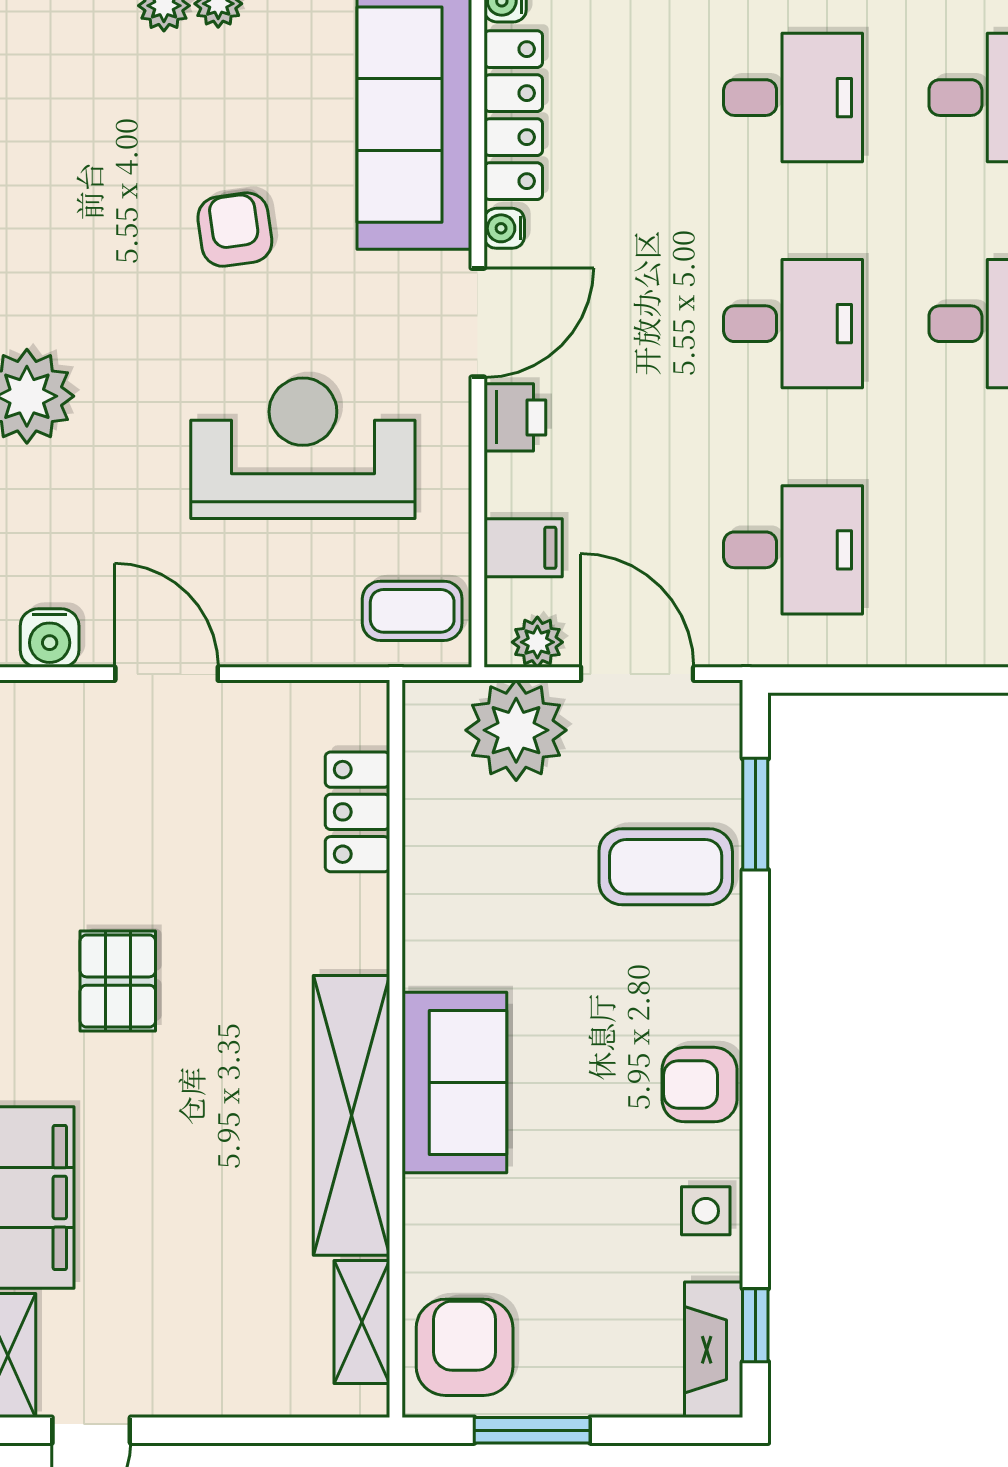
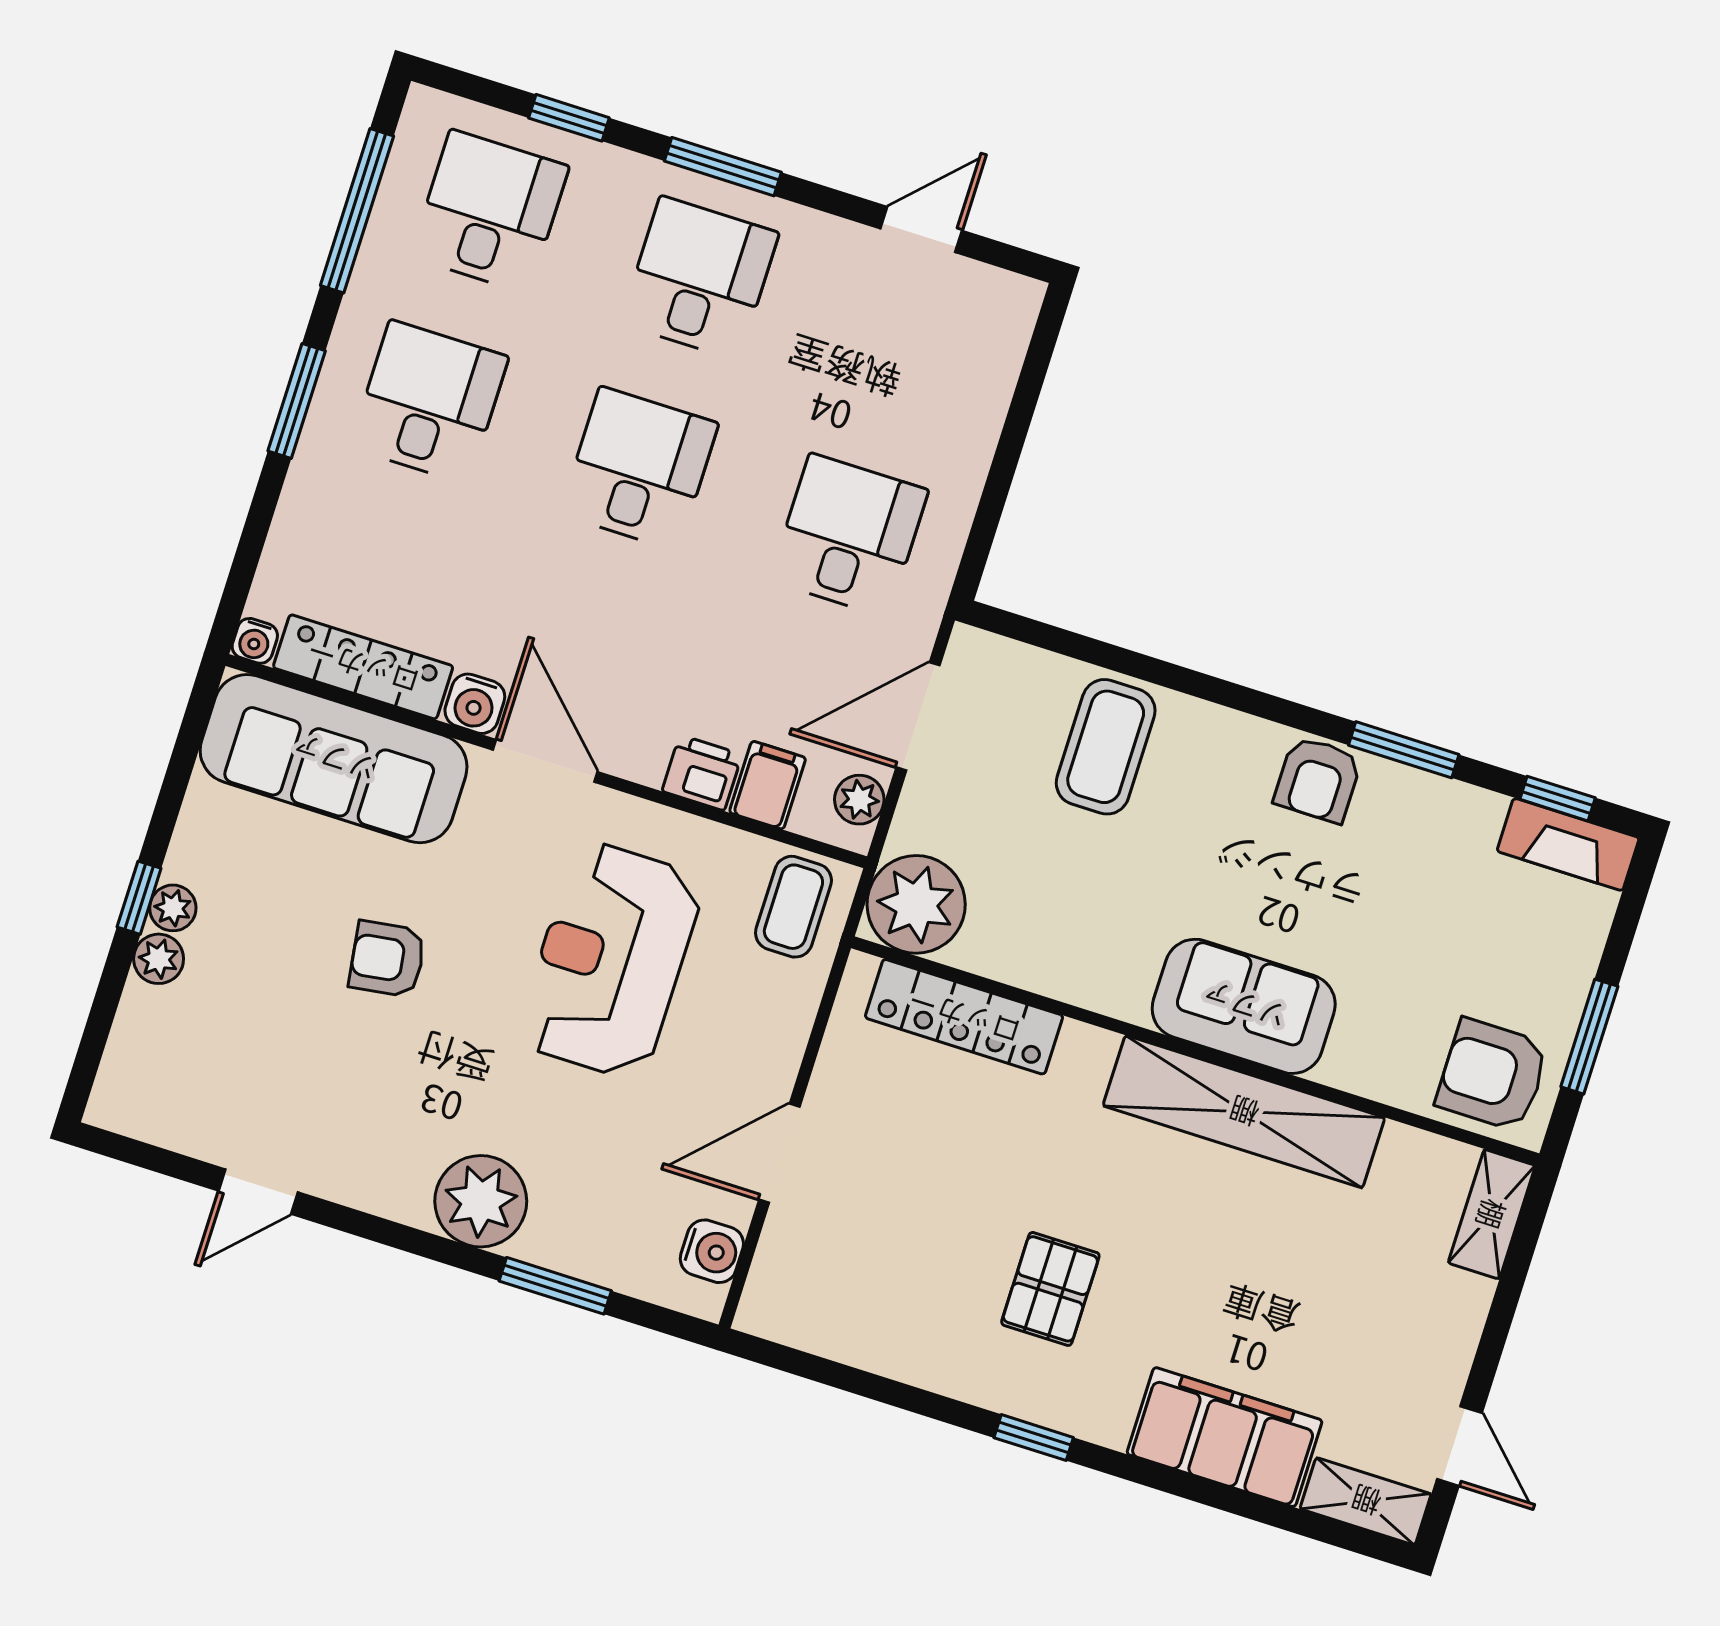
water cooler: (504, 228) -> (475, 704), width x1.38, depth x1.38
printer: (515, 417) -> (702, 773), moved
plant: (516, 730) -> (916, 904), moved
locker: (358, 812) -> (964, 1017), width x1.53
window: (755, 814) -> (1404, 750), moved
pallet: (118, 981) -> (1050, 1289), turned 90
side table: (706, 1211) -> (1437, 811), removed
shelving: (362, 1322) -> (1492, 1214), moved, turned 90

